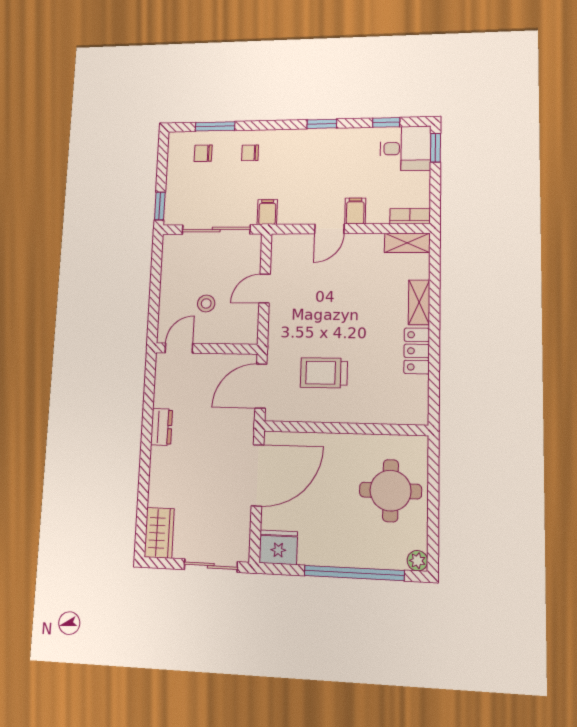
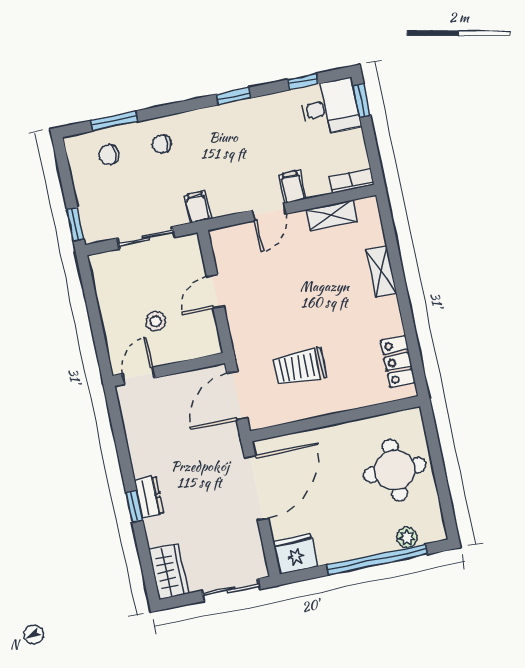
sliding door: (216, 230) -> (146, 238), width x0.73
shelving: (407, 243) -> (331, 215), moved
locker: (417, 351) -> (398, 362), moved
dresser: (161, 427) -> (149, 497), moved
window: (145, 465) -> (134, 506), added
plant: (417, 561) -> (407, 538), moved

